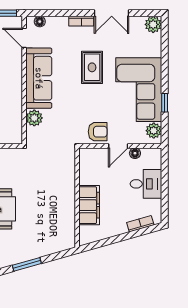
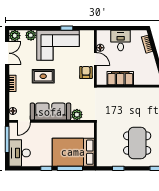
double door: (112, 13) -> (7, 53), moved
plant: (154, 131) -> (31, 35), moved
filing cabinet: (89, 205) -> (120, 78), moved

